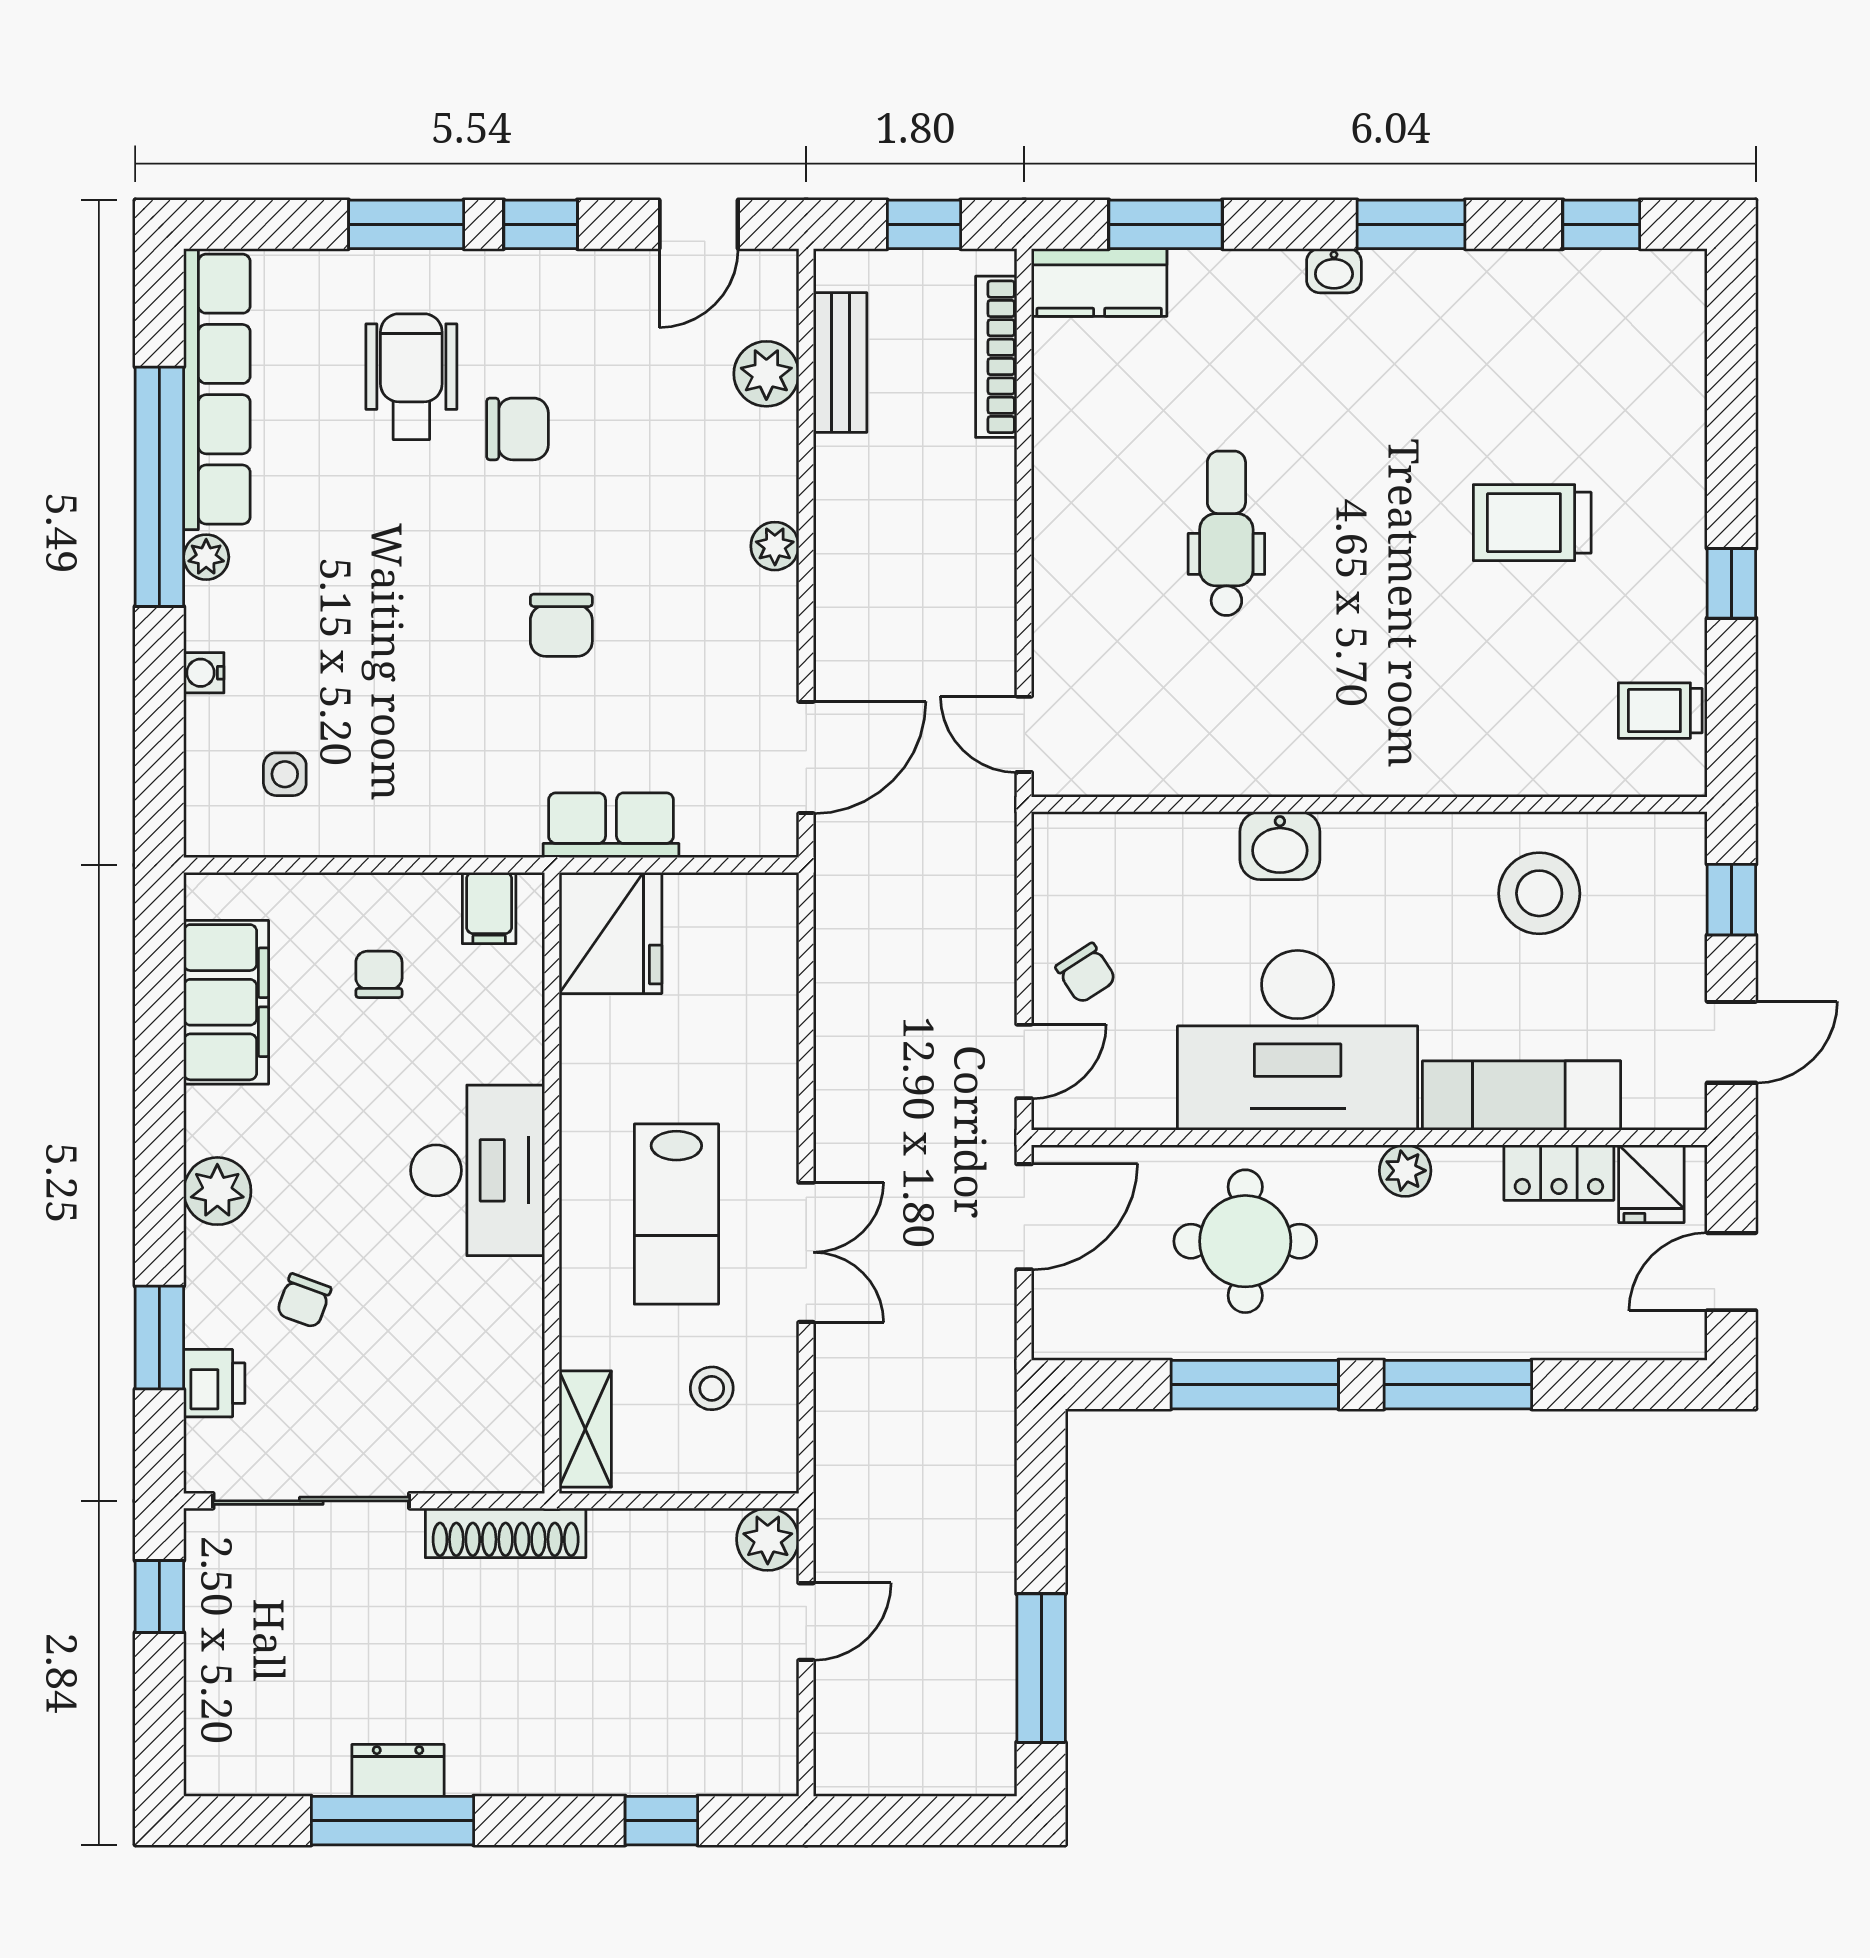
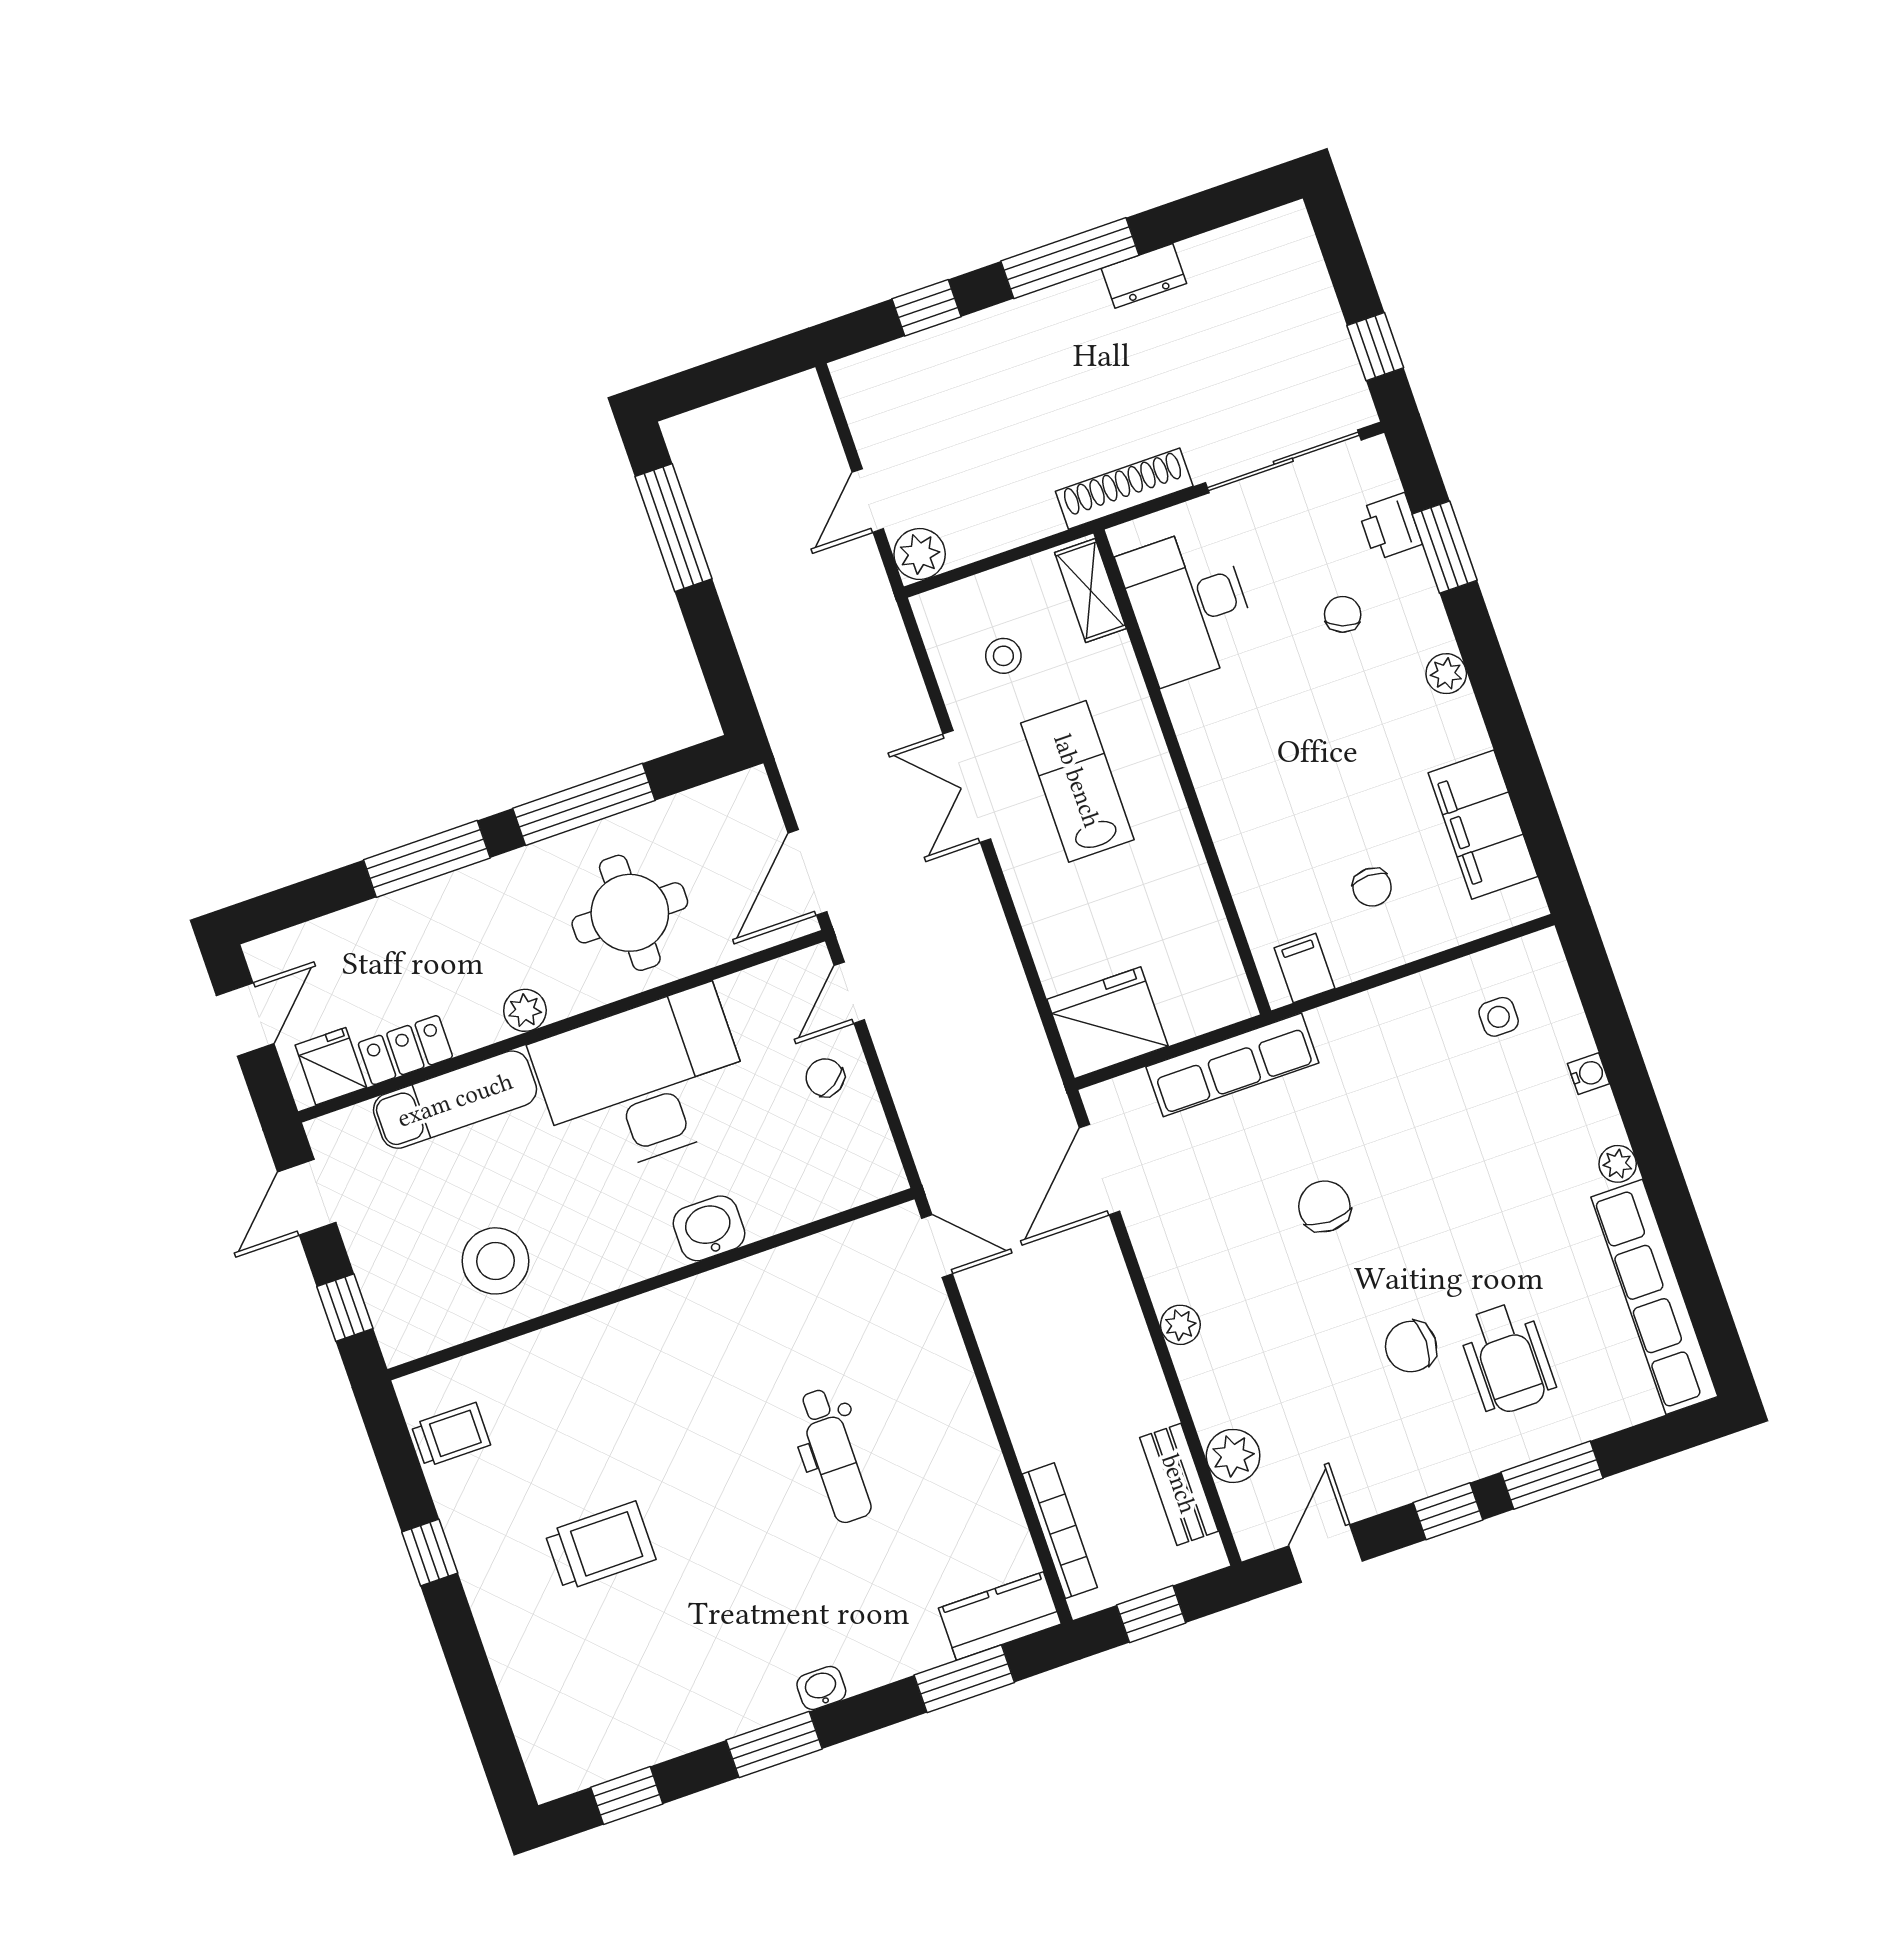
window: (159, 487) -> (1673, 1206), removed
row of seats: (611, 825) -> (1232, 1065), width x1.48
fridge: (610, 933) -> (1107, 1023), moved, turned 90
desk: (478, 1170) -> (1189, 605), moved
plant: (217, 1191) -> (1446, 674), width x0.73, depth x0.73
window: (392, 1821) -> (1070, 258), moved

